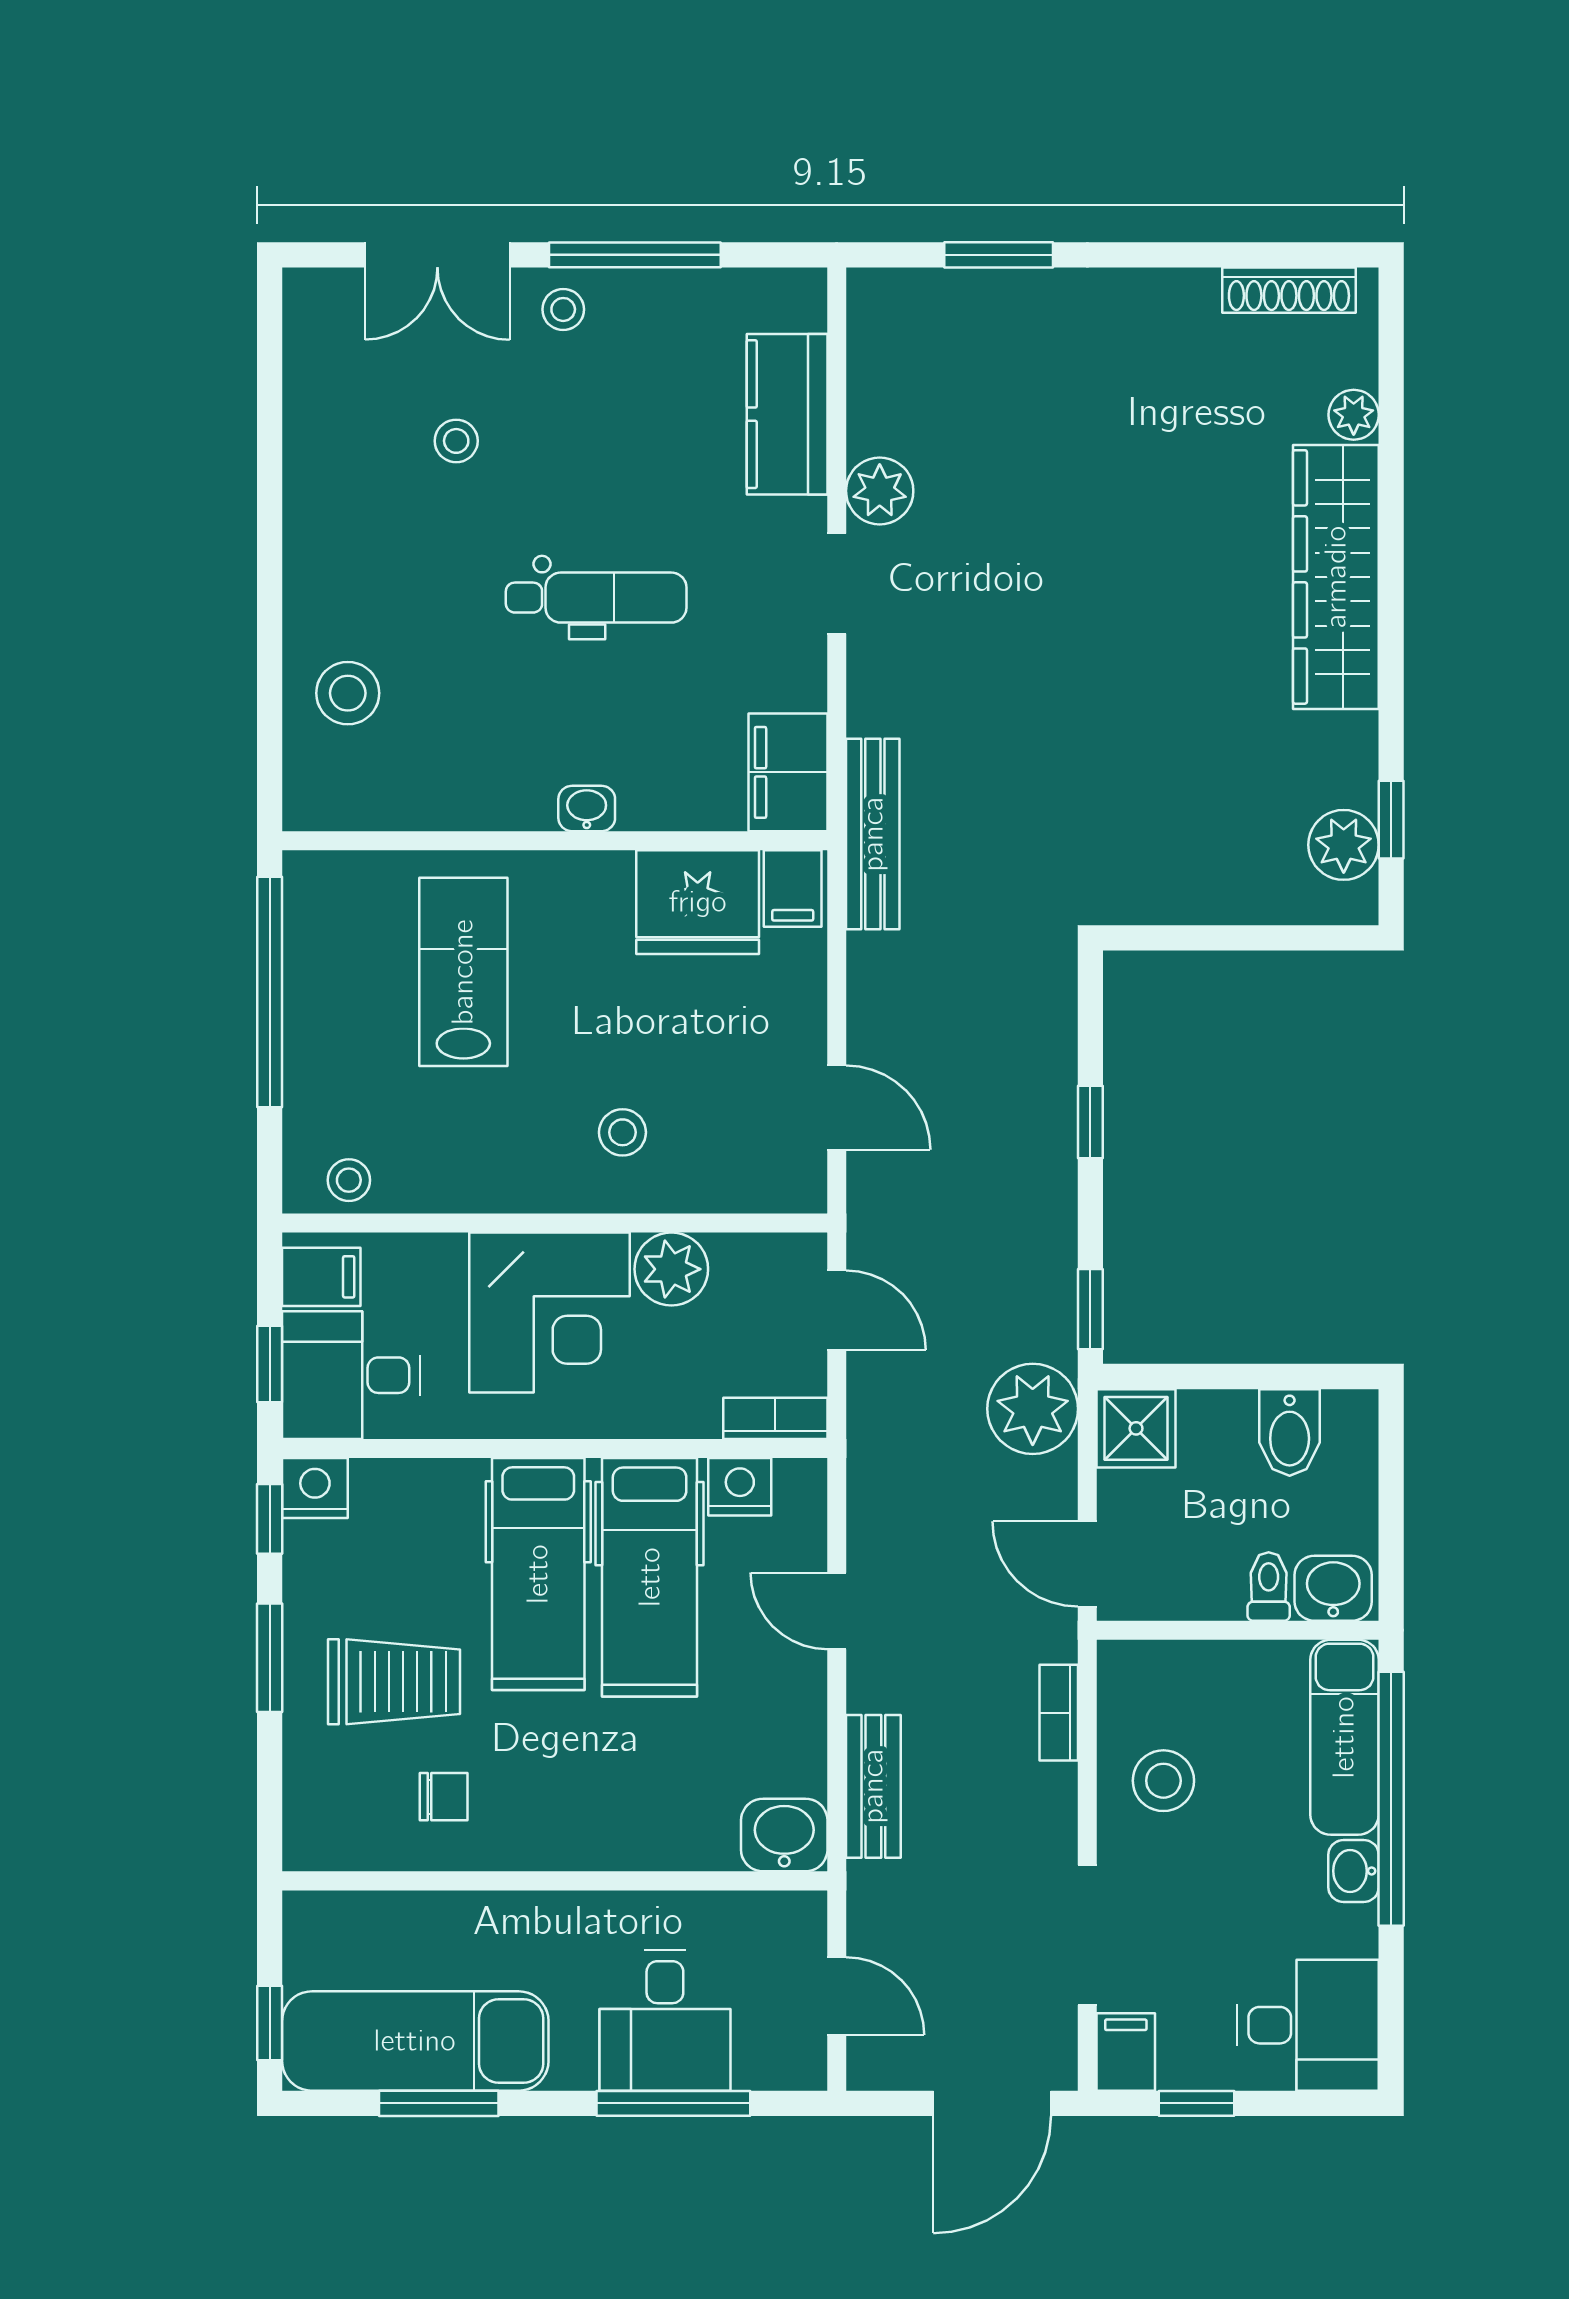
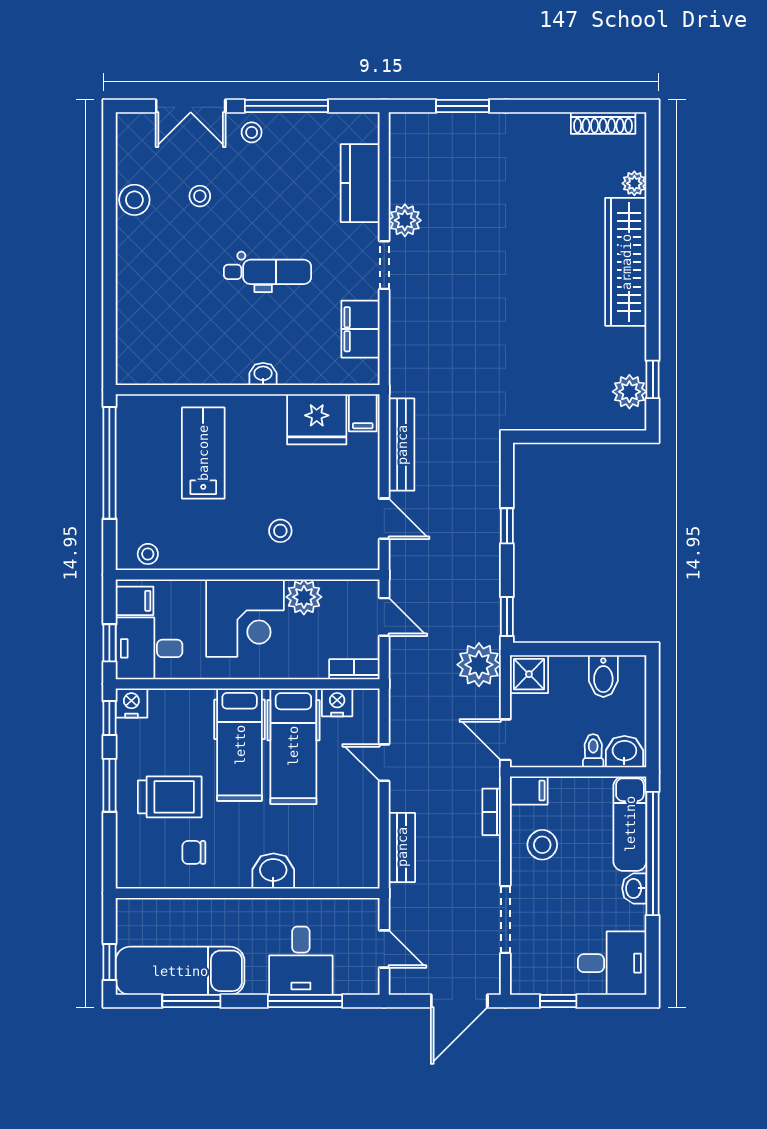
stool: (348, 693) -> (134, 200), moved
filing cabinet: (788, 772) -> (360, 329), moved
bench: (873, 834) -> (402, 445), moved
chair: (444, 1797) -> (194, 852), turned 180
washbasin: (784, 1835) -> (273, 871), moved
filing cabinet: (1126, 2052) -> (529, 791), moved, turned 90

